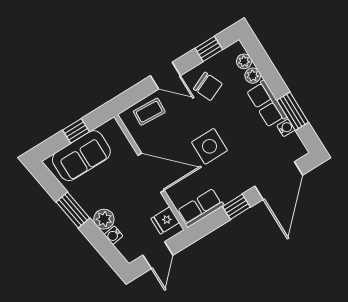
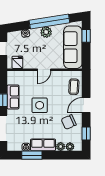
window: (76, 131) -> (86, 36), moved
sofa: (81, 156) -> (73, 47), width x1.36
door: (151, 173) -> (44, 70), width x0.53
row of seats: (200, 208) -> (13, 97), moved
window: (73, 210) -> (49, 21), width x2.11
plant: (104, 219) -> (46, 32), moved

